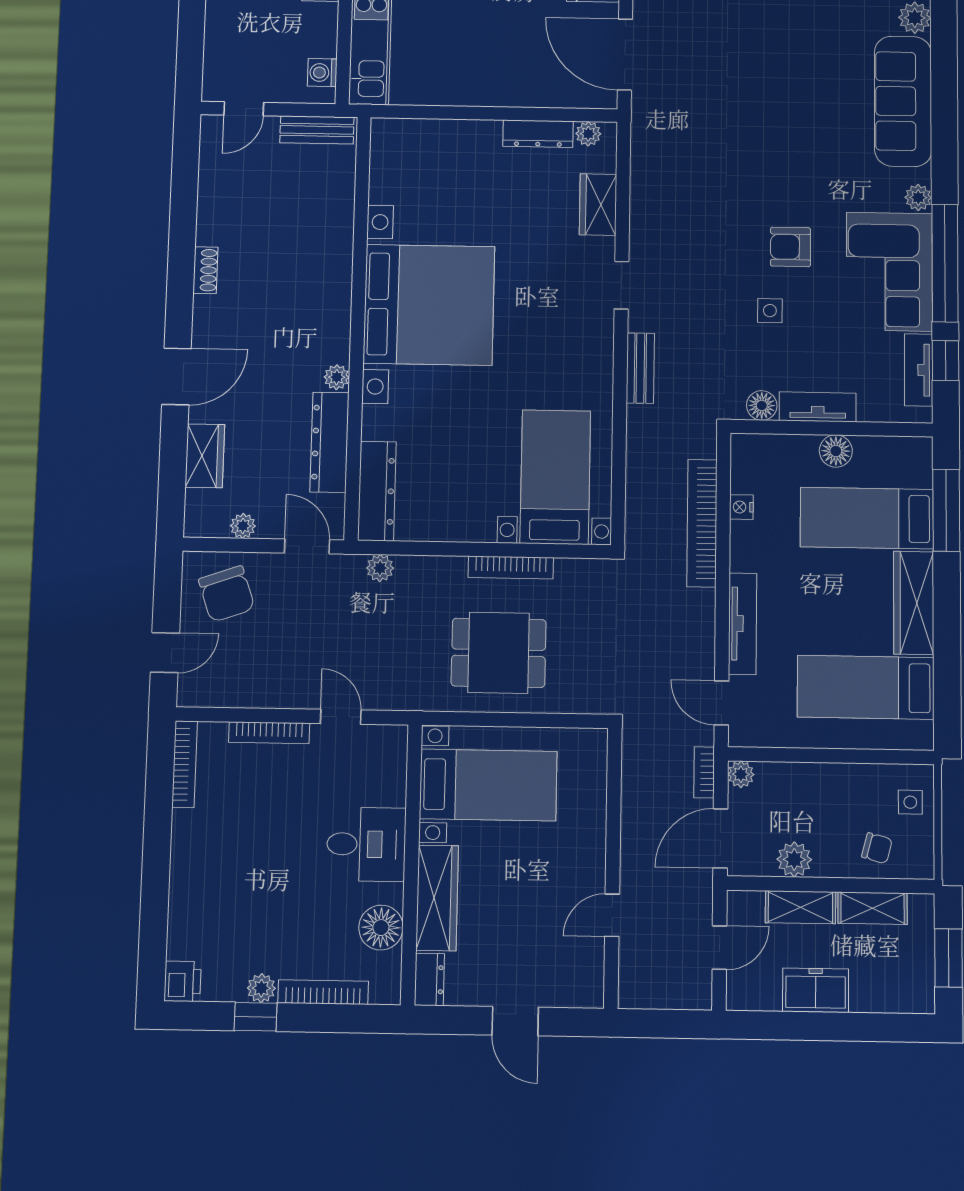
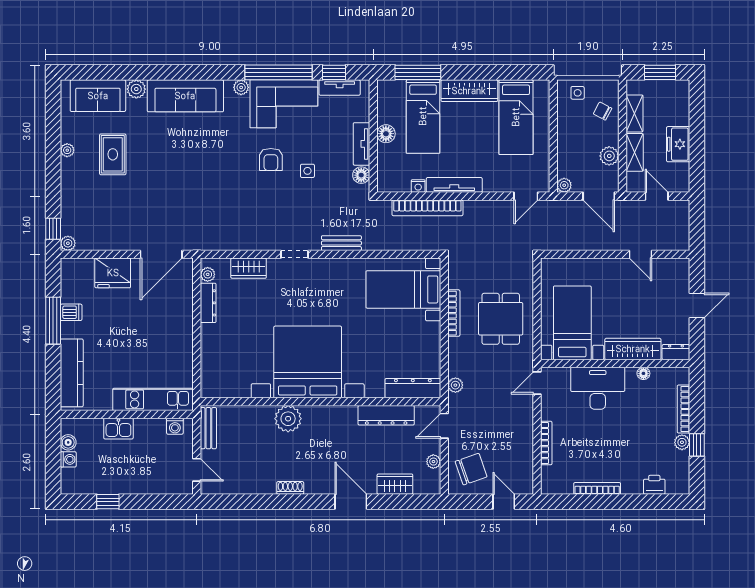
plant: (337, 377) -> (288, 419), moved, width x1.88, depth x1.88
tv unit: (742, 624) -> (454, 185), moved
door: (341, 717) -> (537, 383), moved
bookcase: (185, 764) -> (597, 488), moved
bookcase: (704, 772) -> (563, 205), removed
desk: (366, 844) -> (598, 388), width x1.37
chair: (877, 848) -> (602, 111), turned -77
floor lamp: (381, 928) -> (643, 373), width x0.53, depth x0.53
printer: (183, 981) -> (654, 485), moved

